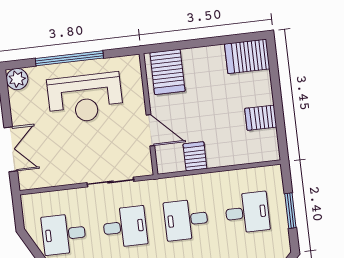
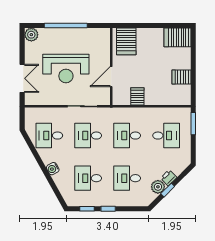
reception desk: (85, 98) -> (66, 68), moved
door: (150, 130) -> (111, 77), swing flipped
window: (290, 211) -> (193, 124), moved
desk: (125, 227) -> (88, 136), turned 180

